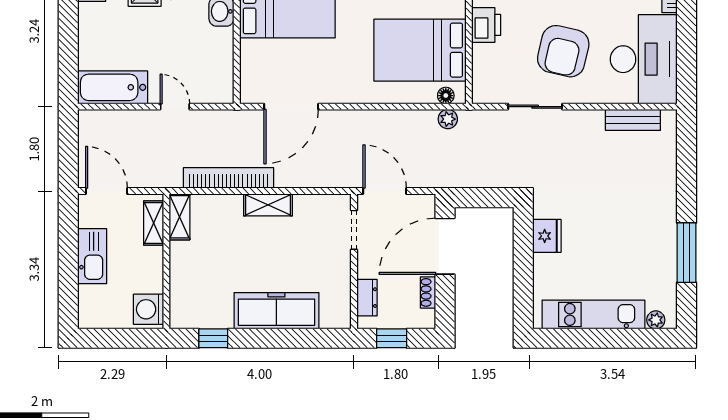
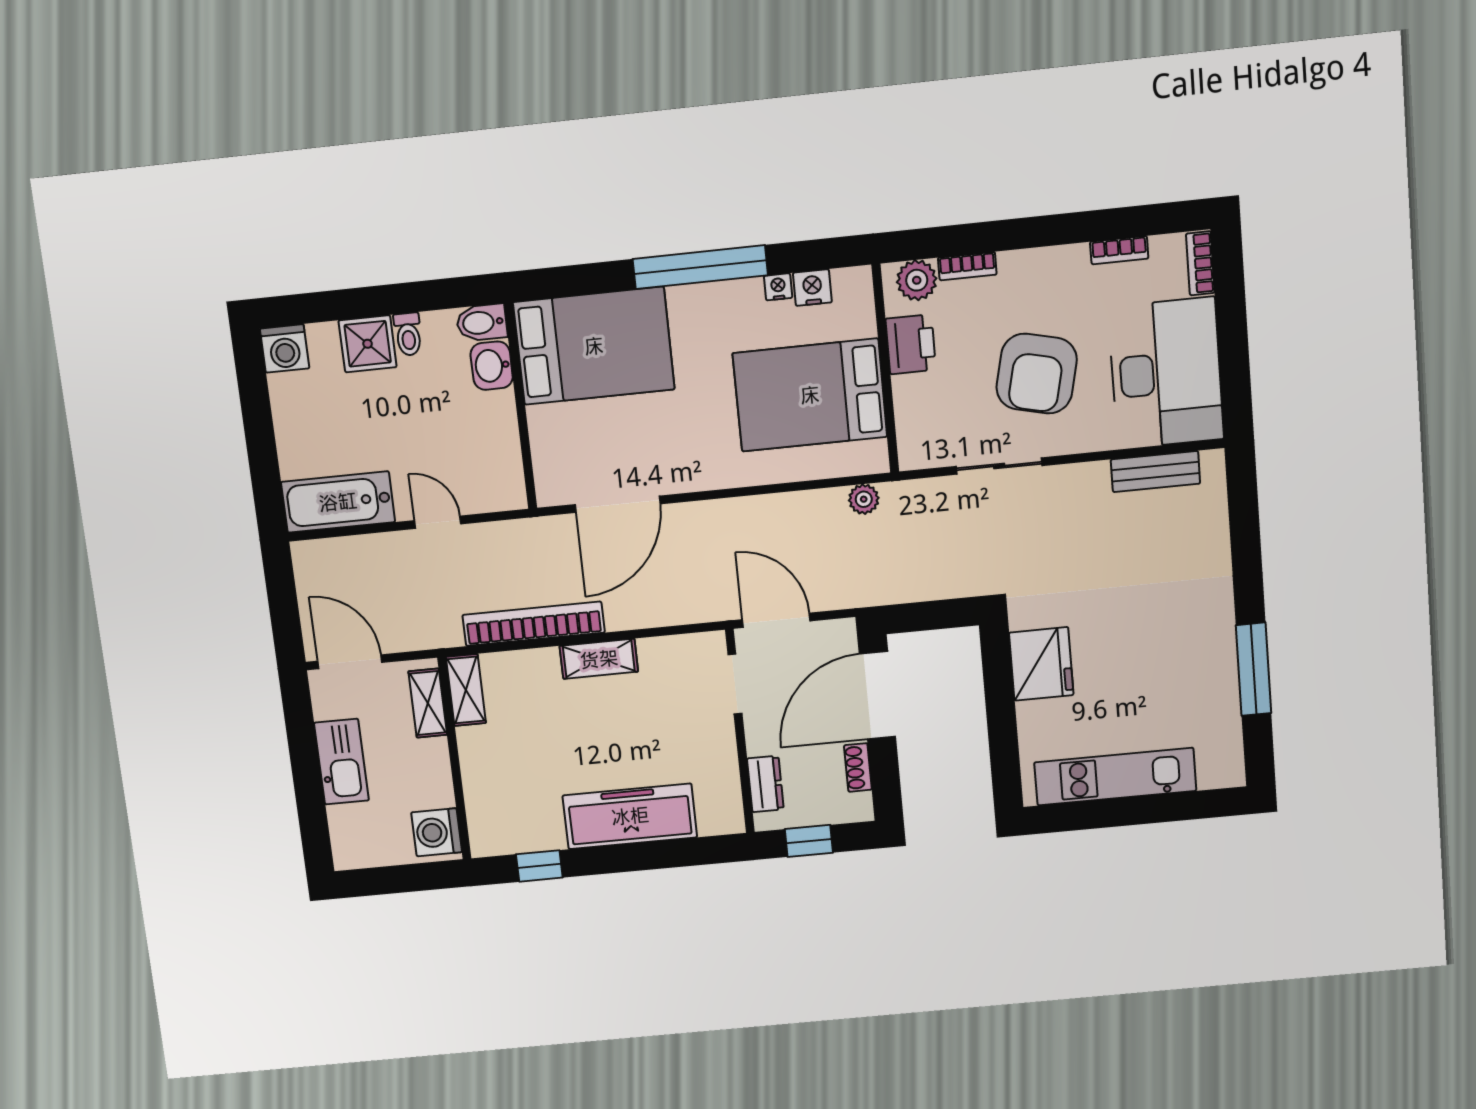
floor lamp: (446, 96) -> (857, 463), removed
fridge: (547, 236) -> (1041, 664), width x1.36, depth x1.34
plant: (656, 320) -> (1212, 776), removed

